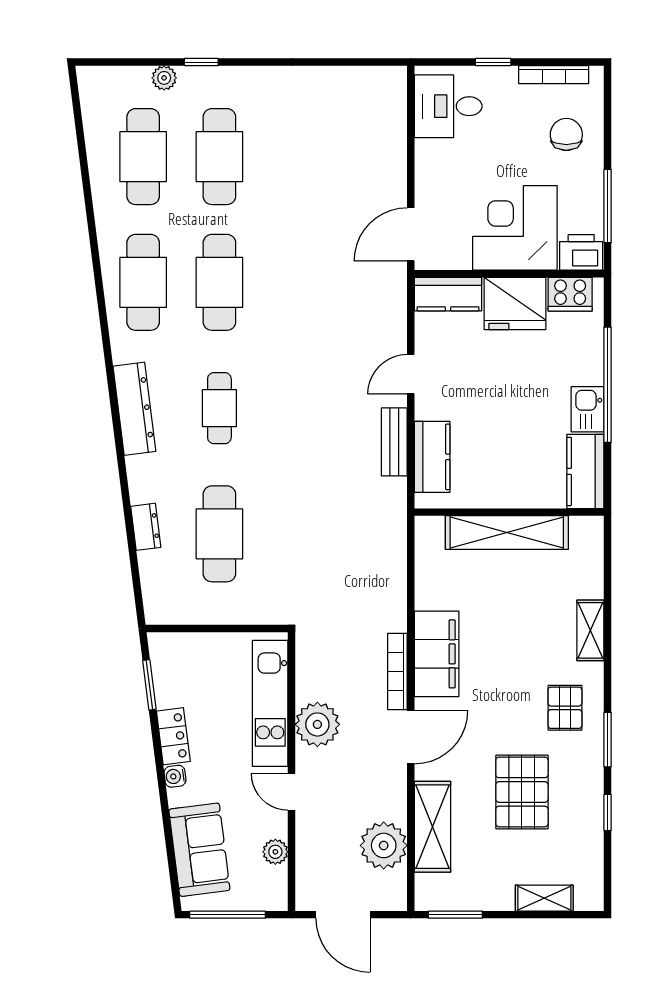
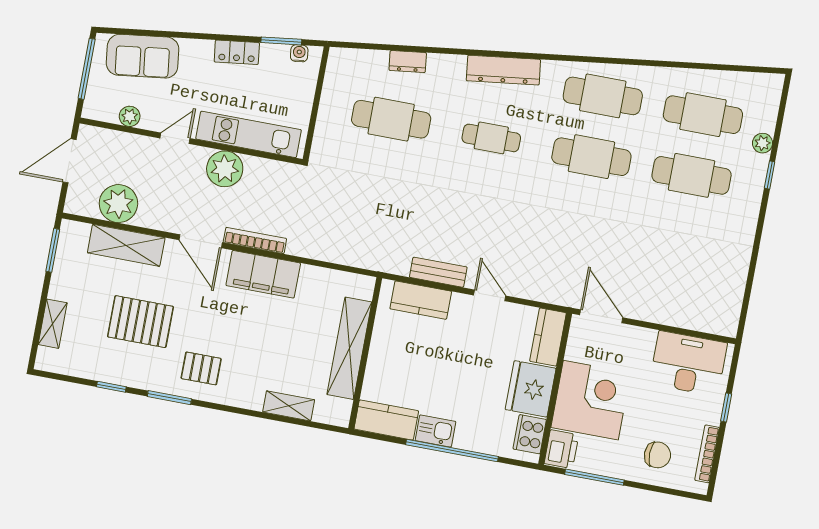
desk: (448, 106) -> (688, 363), width x1.37
shelving: (590, 630) -> (289, 406), moved
water cooler: (175, 776) -> (299, 53), moved

